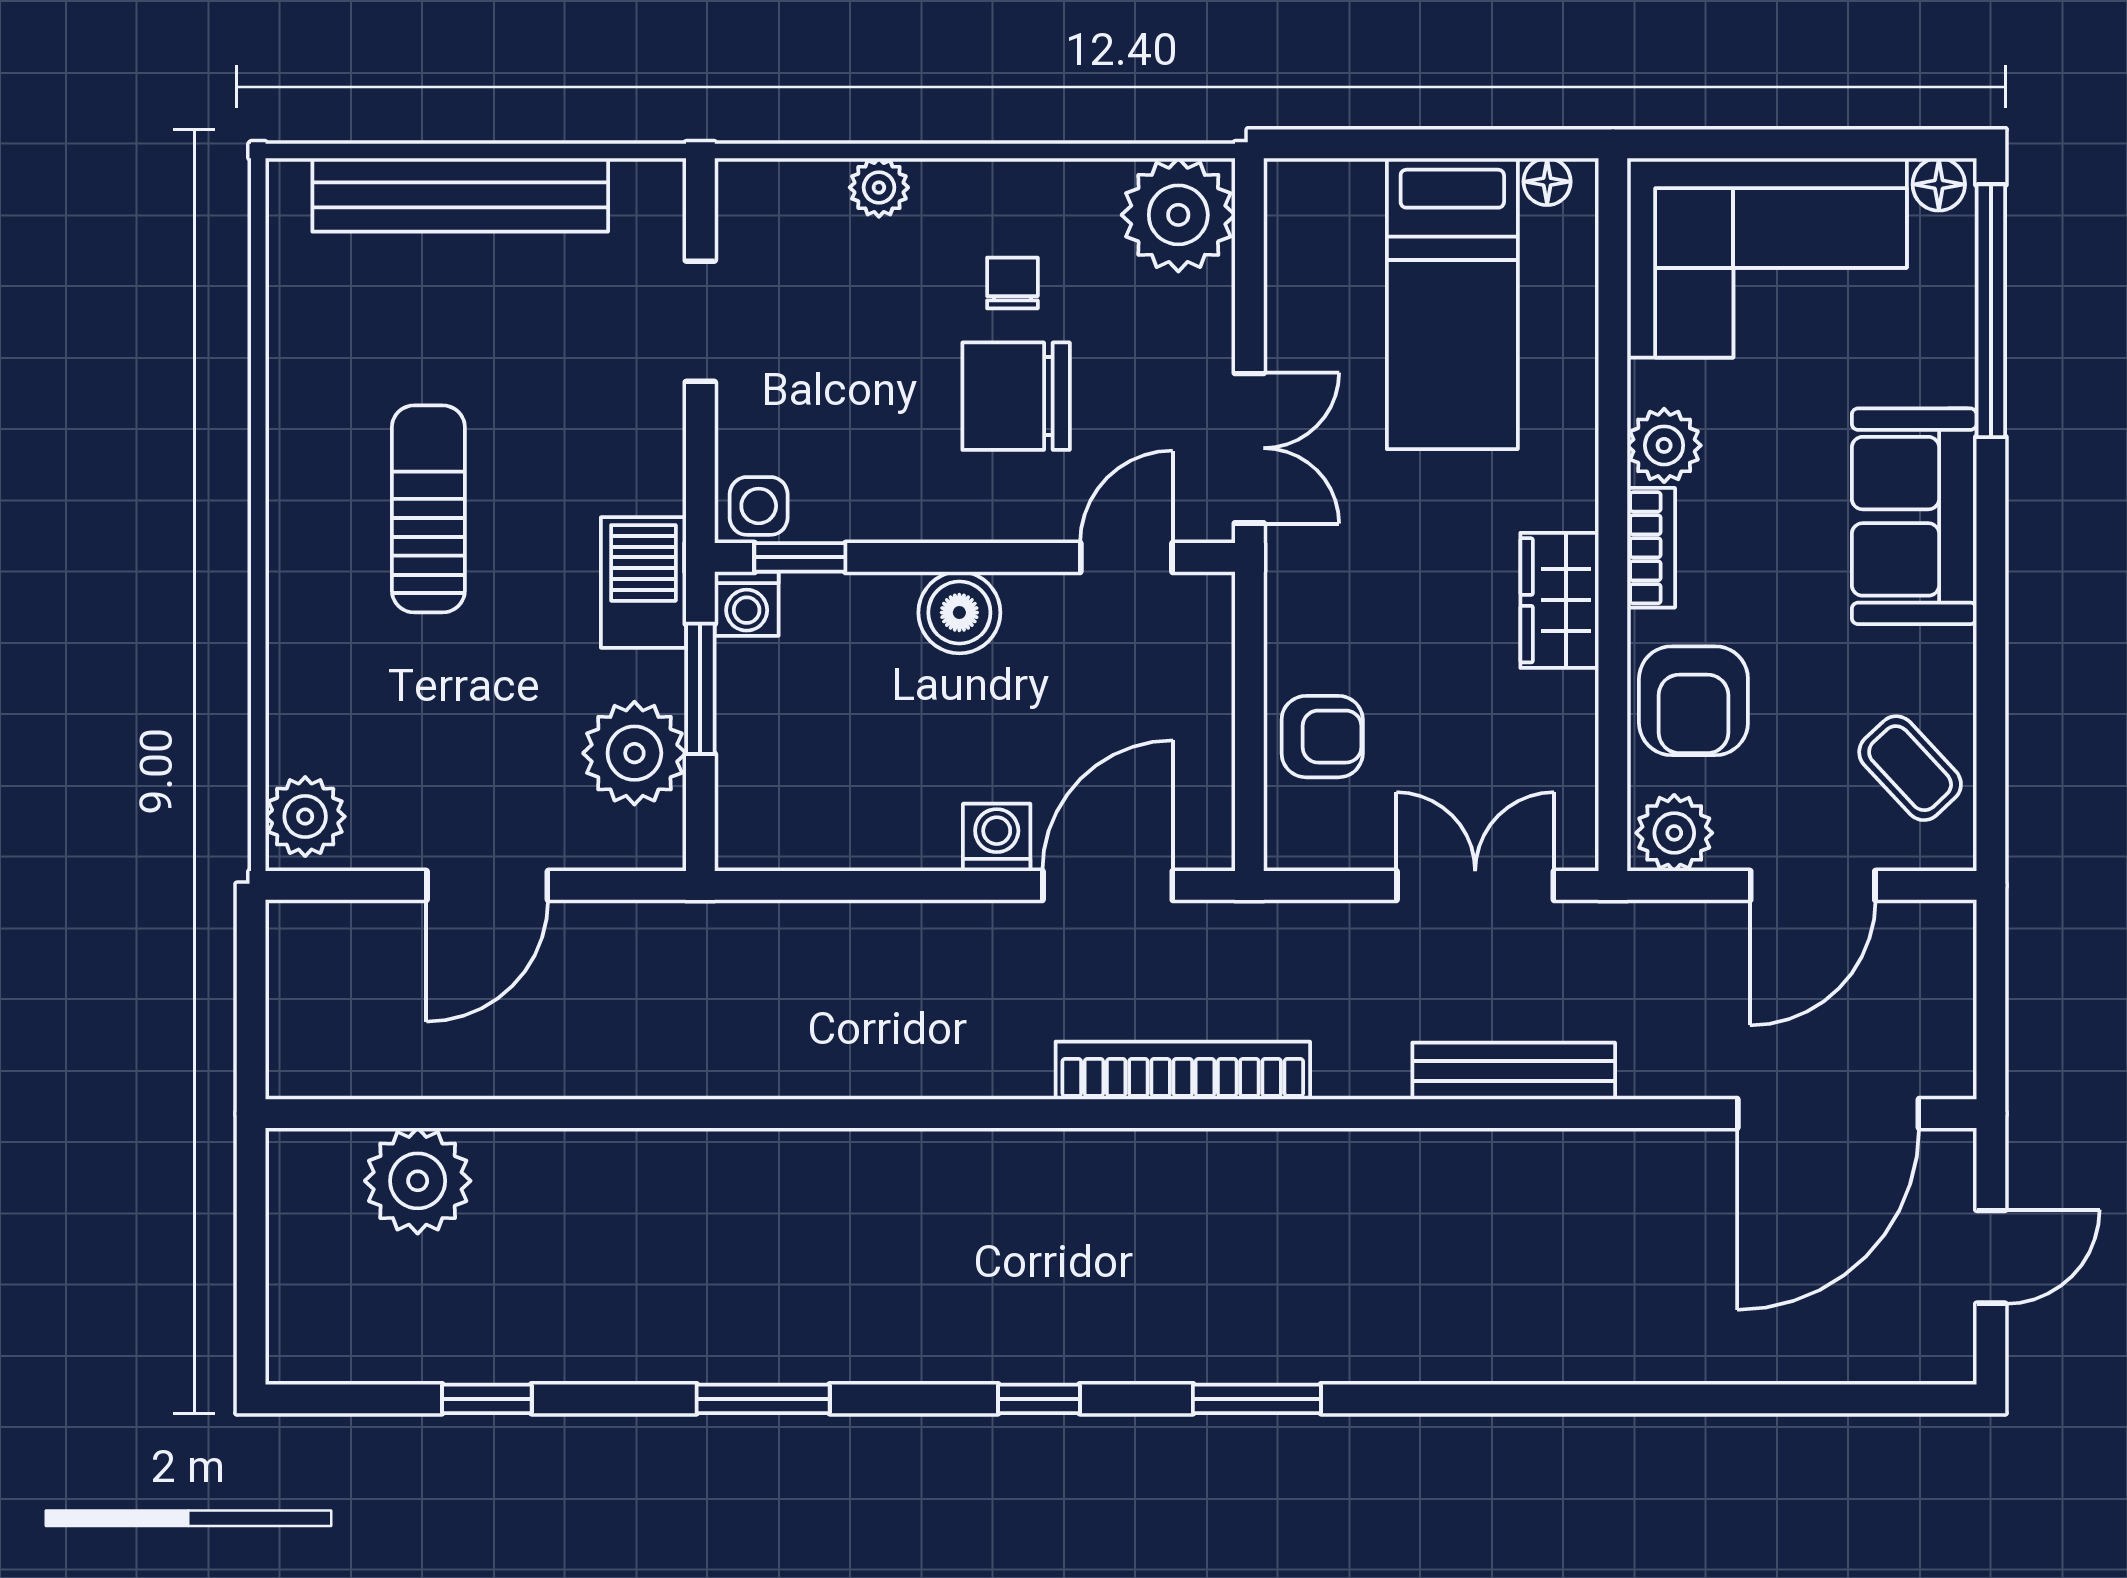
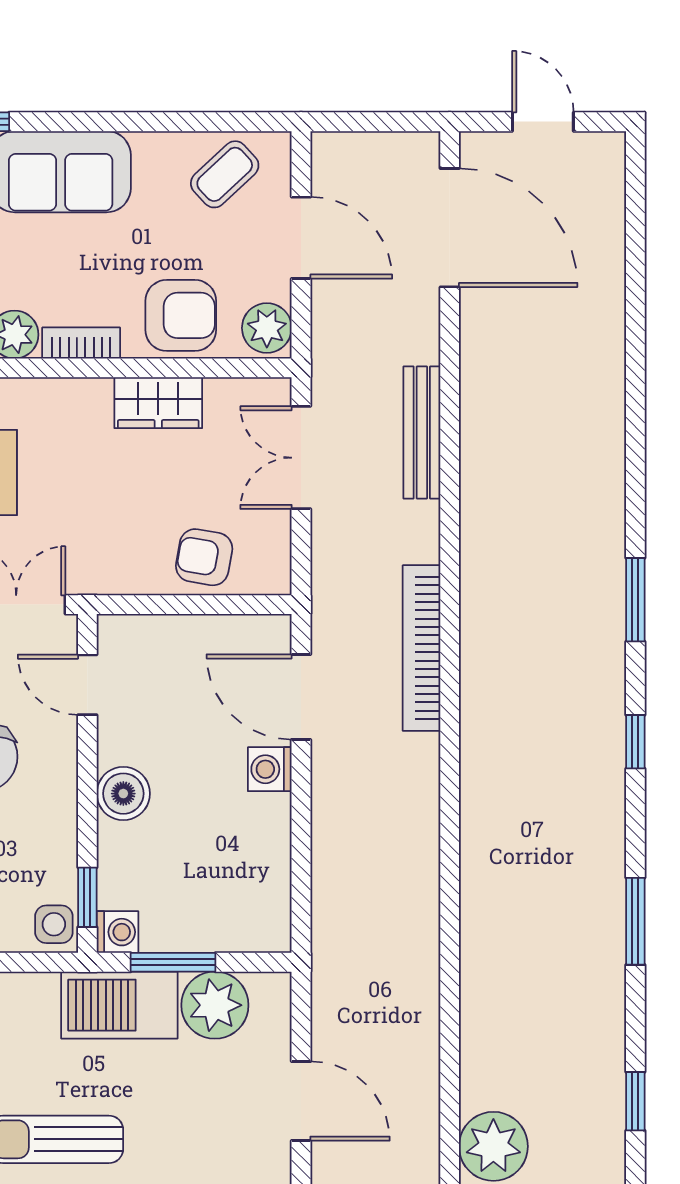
barbecue: (643, 582) -> (119, 1005), width x1.37, depth x1.21
wardrobe: (1560, 600) -> (158, 403), moved
armchair: (1322, 737) -> (204, 557), turned -80

